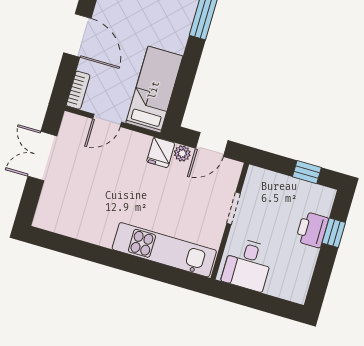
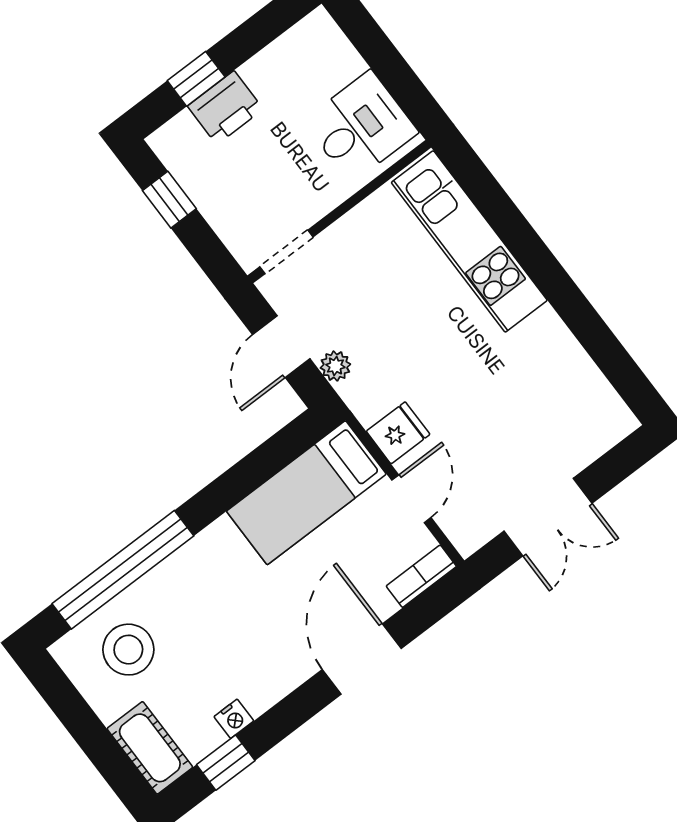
door: (107, 120) -> (411, 499), hinge flipped
door: (212, 144) -> (281, 347), swing flipped
fridge: (161, 152) -> (398, 433), moved
doorway: (234, 208) -> (286, 252), moved

